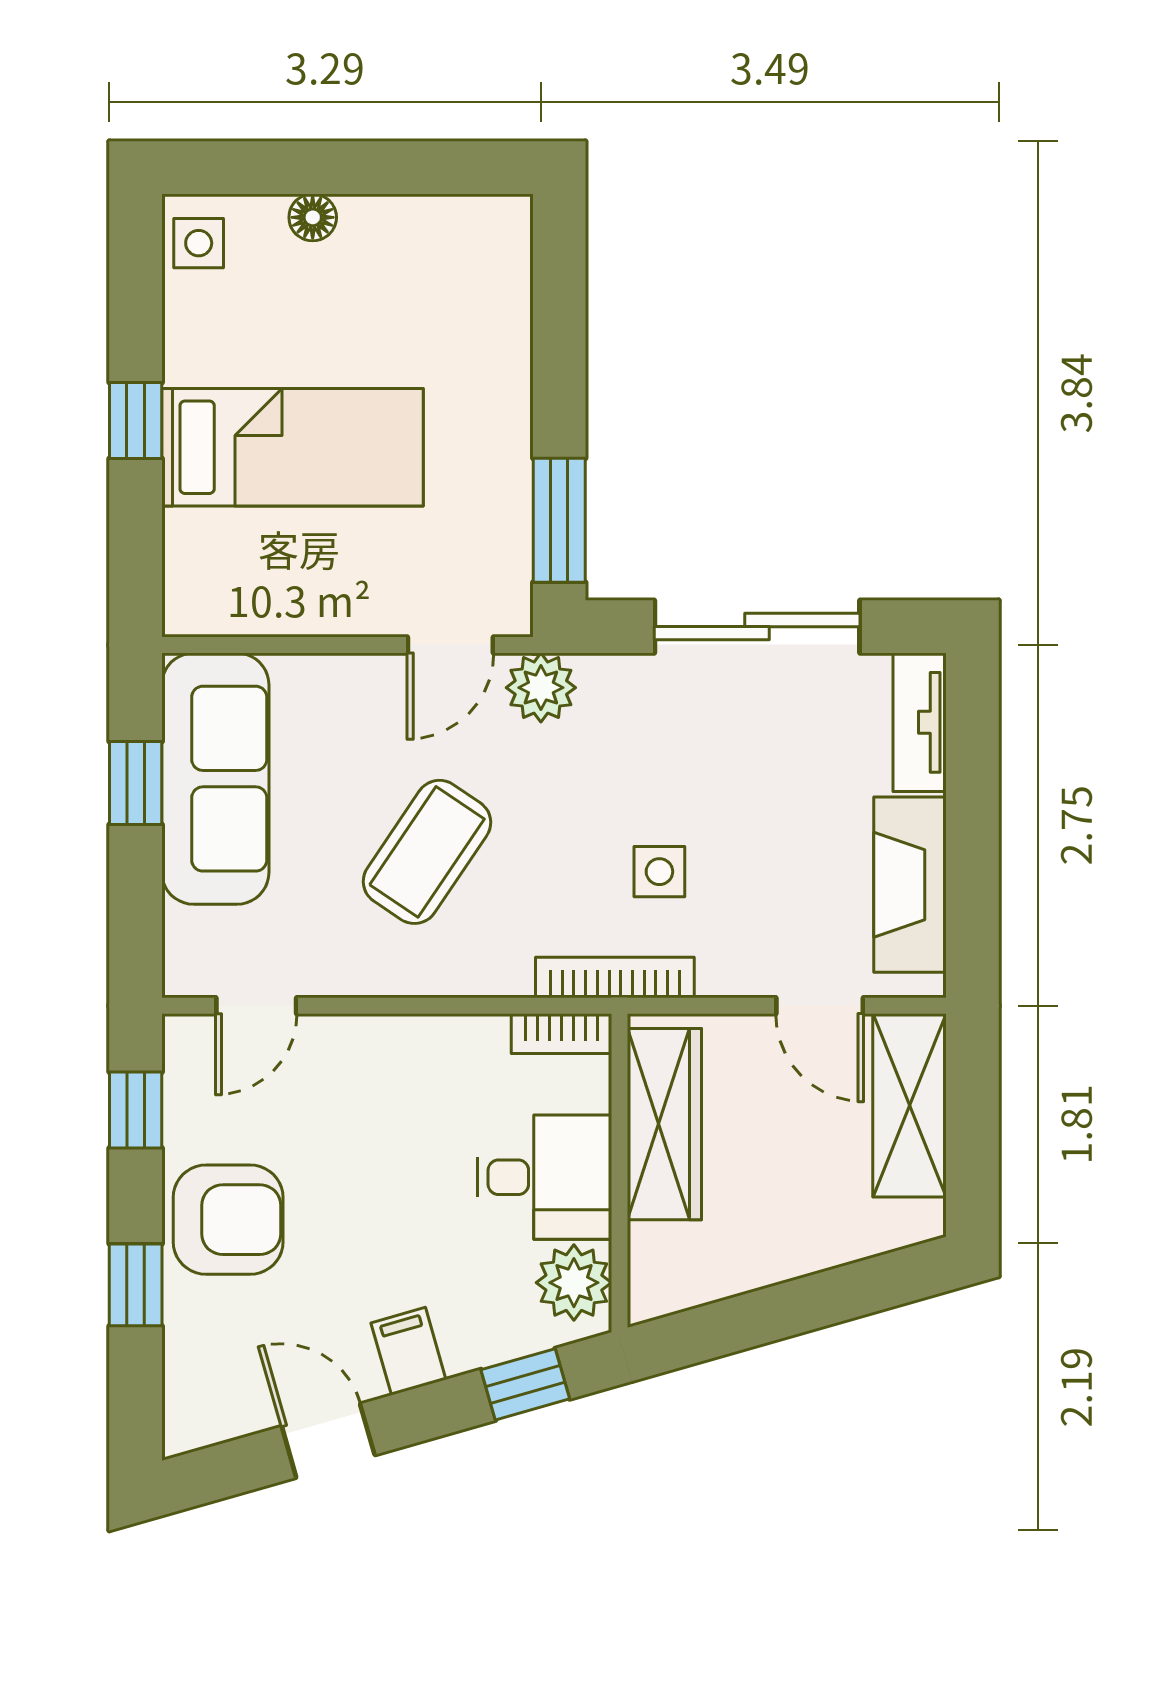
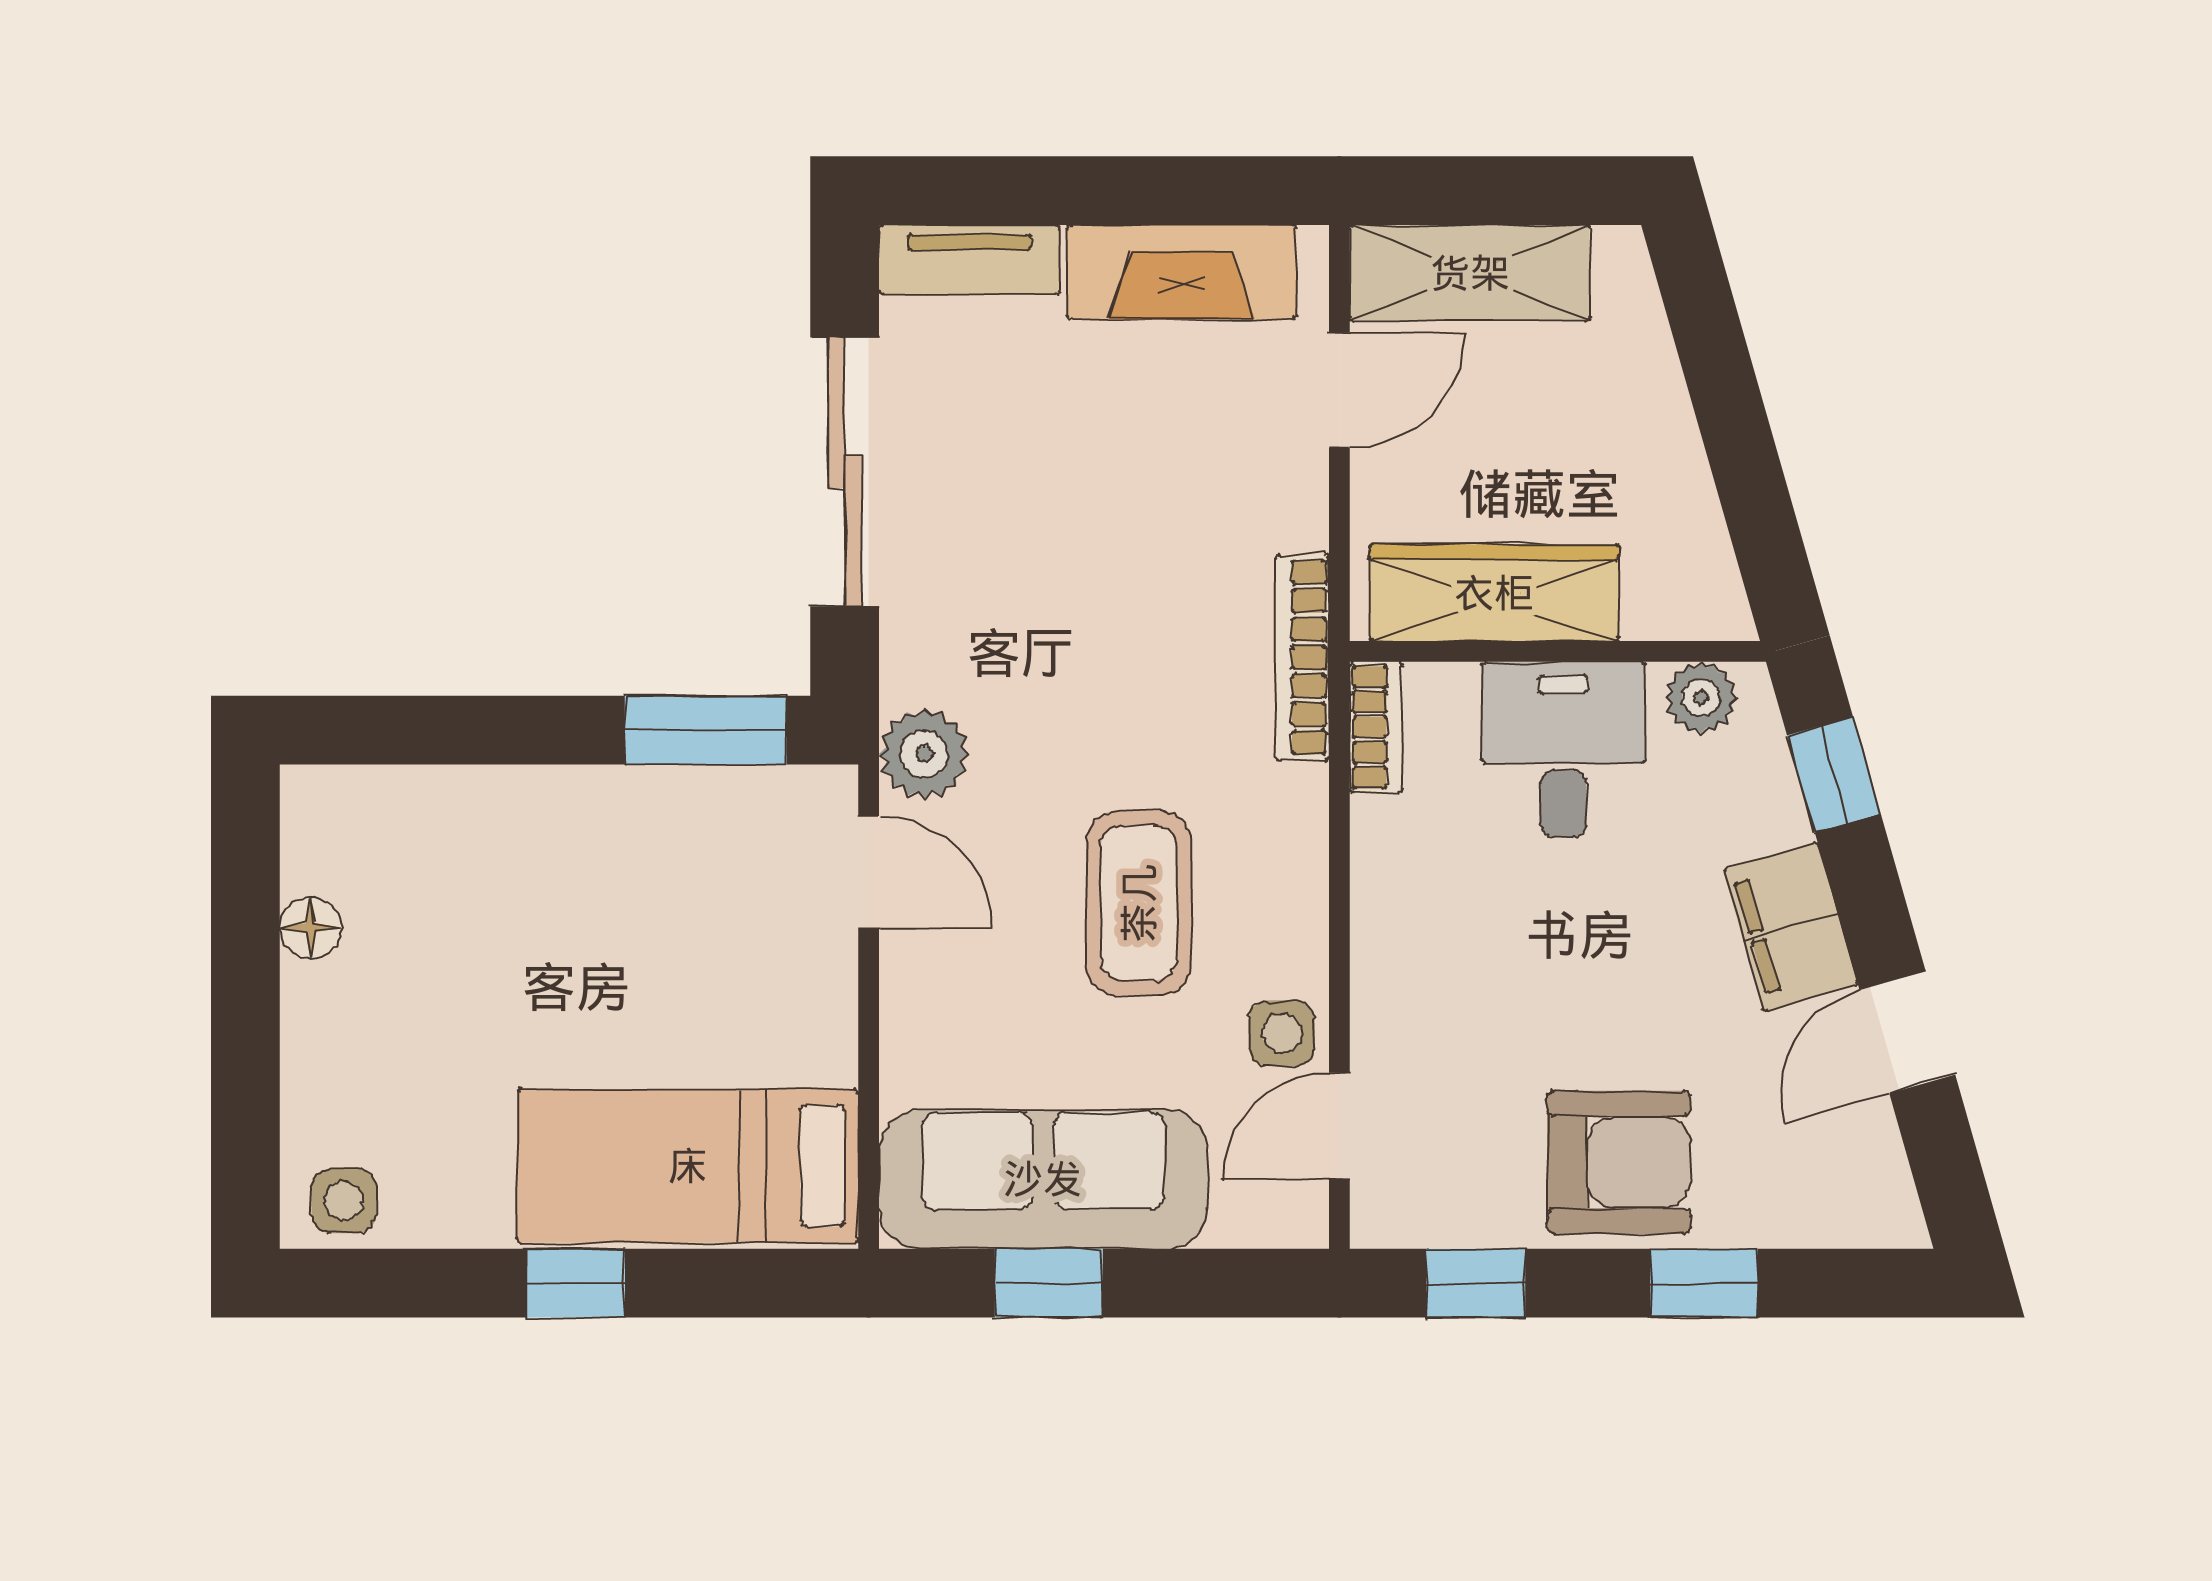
floor lamp: (313, 217) -> (310, 928), moved
bed: (293, 447) -> (688, 1166), moved, turned -90
coffee table: (427, 852) -> (1139, 903), turned 56
side table: (659, 872) -> (1282, 1033), moved
door: (256, 1006) -> (1339, 1126), swing flipped
armchair: (228, 1220) -> (1619, 1162), turned 90
plant: (574, 1283) -> (1701, 698), width x0.73, depth x0.73
filing cabinet: (408, 1351) -> (1791, 927), width x2.00

